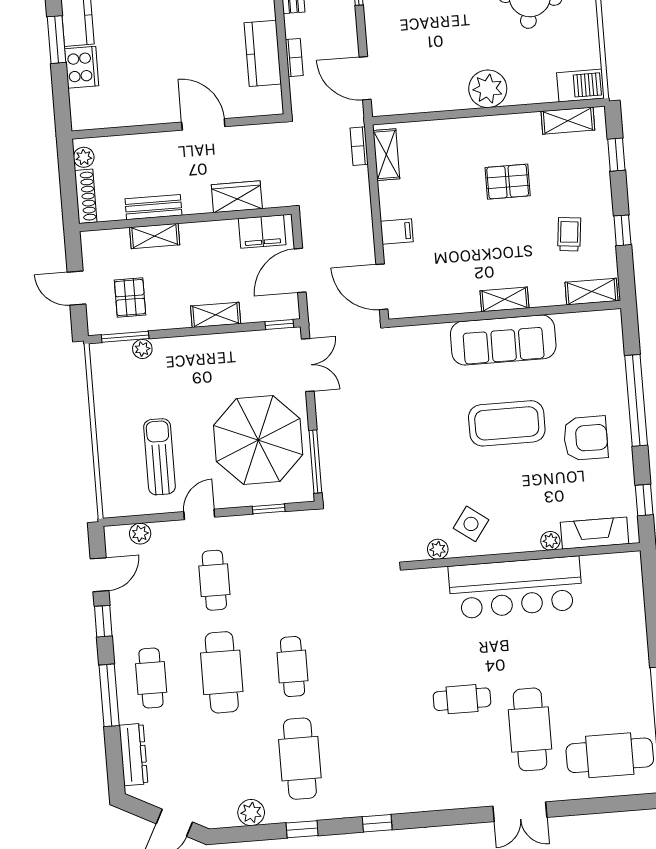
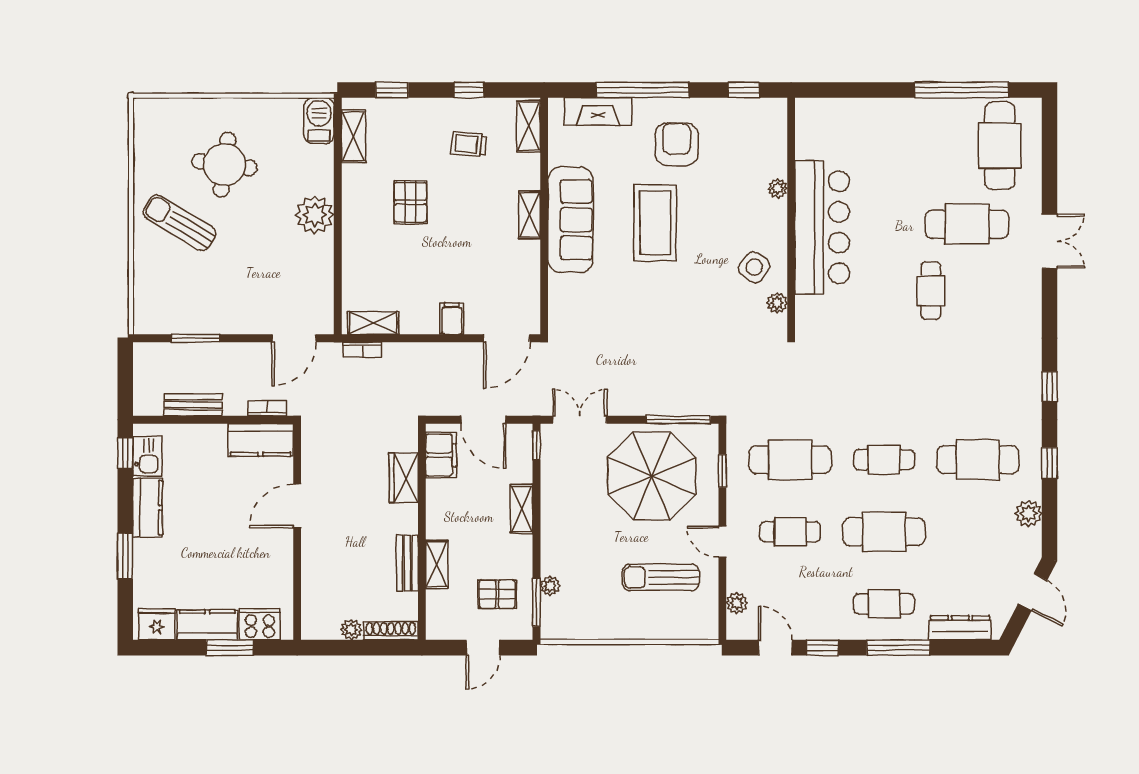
door: (203, 124) -> (297, 506), moved
wall: (178, 126) -> (297, 532), moved
fireplace: (595, 533) -> (598, 111), moved, turned -90
cafe table: (285, 575) -> (790, 460), added

